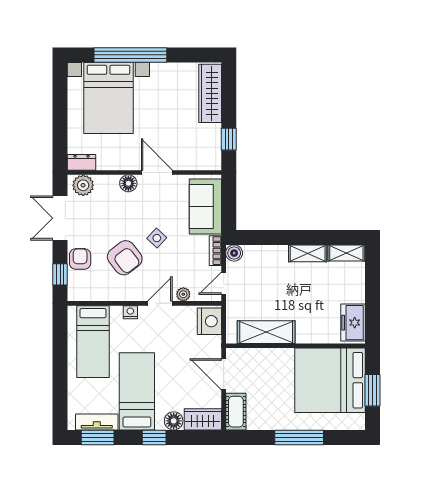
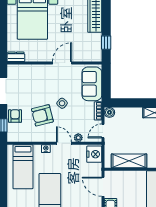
door: (157, 173) -> (62, 63), hinge flipped
floor lamp: (128, 183) -> (45, 70), removed
plant: (83, 185) -> (17, 71), removed
armchair: (125, 258) -> (42, 115), turned 114
door: (160, 303) -> (64, 143), hinge flipped

